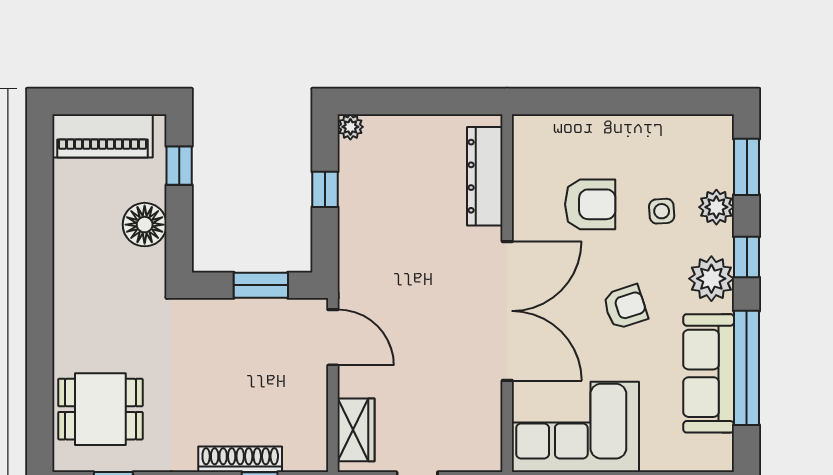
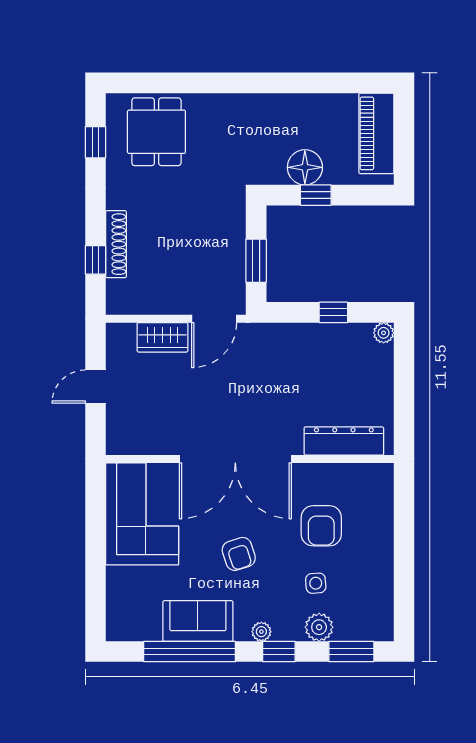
window: (179, 166) -> (316, 195), moved
plant: (711, 279) -> (261, 632), width x0.53, depth x0.53
sofa: (709, 373) -> (198, 621), width x0.73
wardrobe: (356, 430) -> (162, 337), moved

